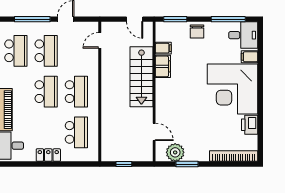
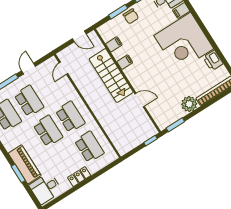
window: (175, 19) -> (118, 12), moved
filing cabinet: (163, 66) -> (125, 62), width x0.50
door: (154, 132) -> (140, 100), moved
plant: (175, 152) -> (189, 104), moved
window: (124, 164) -> (151, 141), moved
window: (187, 164) -> (175, 125), moved

